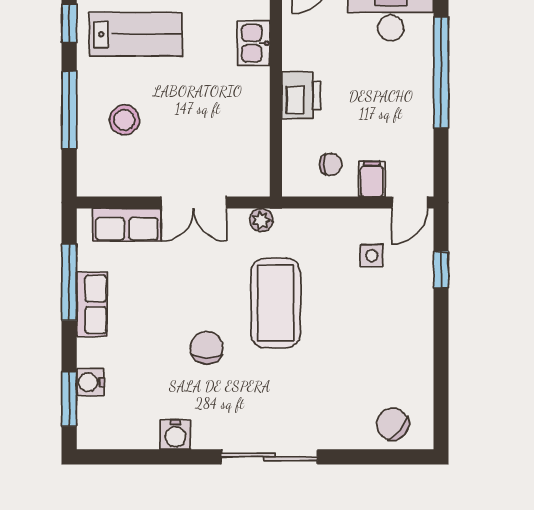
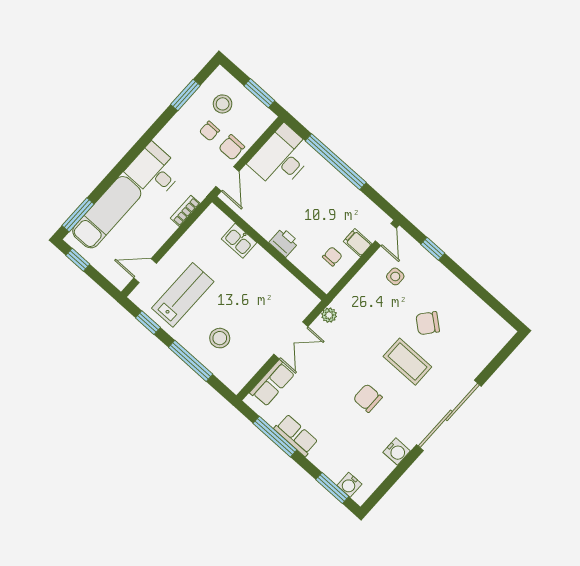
printer: (301, 95) -> (284, 242), width x0.73, depth x0.81
coffee table: (276, 303) -> (407, 362), moved, width x0.73, depth x0.76
water cooler: (90, 382) -> (349, 485), moved
chair: (393, 424) -> (428, 323), moved
sliding door: (269, 457) -> (449, 415), width x1.36

